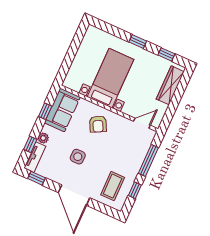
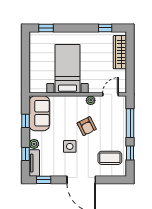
window: (138, 41) -> (46, 28), moved
plant: (119, 120) -> (91, 100), added
armchair: (98, 124) -> (87, 126), moved
coffee table: (113, 186) -> (110, 158), turned 90

